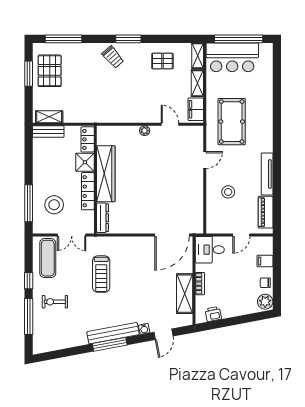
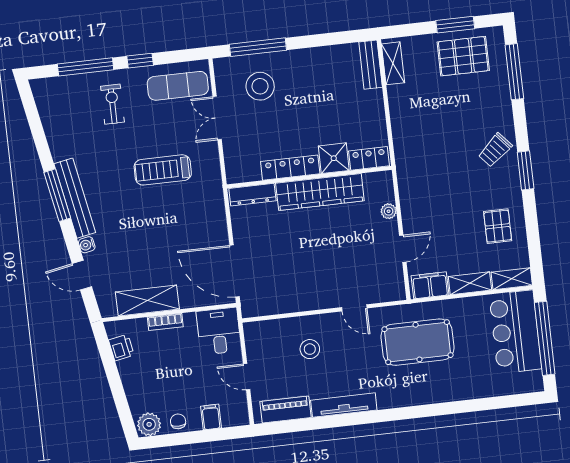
locker: (88, 139) -> (369, 158), moved
shower: (85, 162) -> (334, 158), moved
wardrobe: (106, 174) -> (320, 192), moved
wall: (95, 180) -> (309, 177), moved
locker: (88, 191) -> (290, 168), moved
dresser: (102, 218) -> (252, 195), moved

